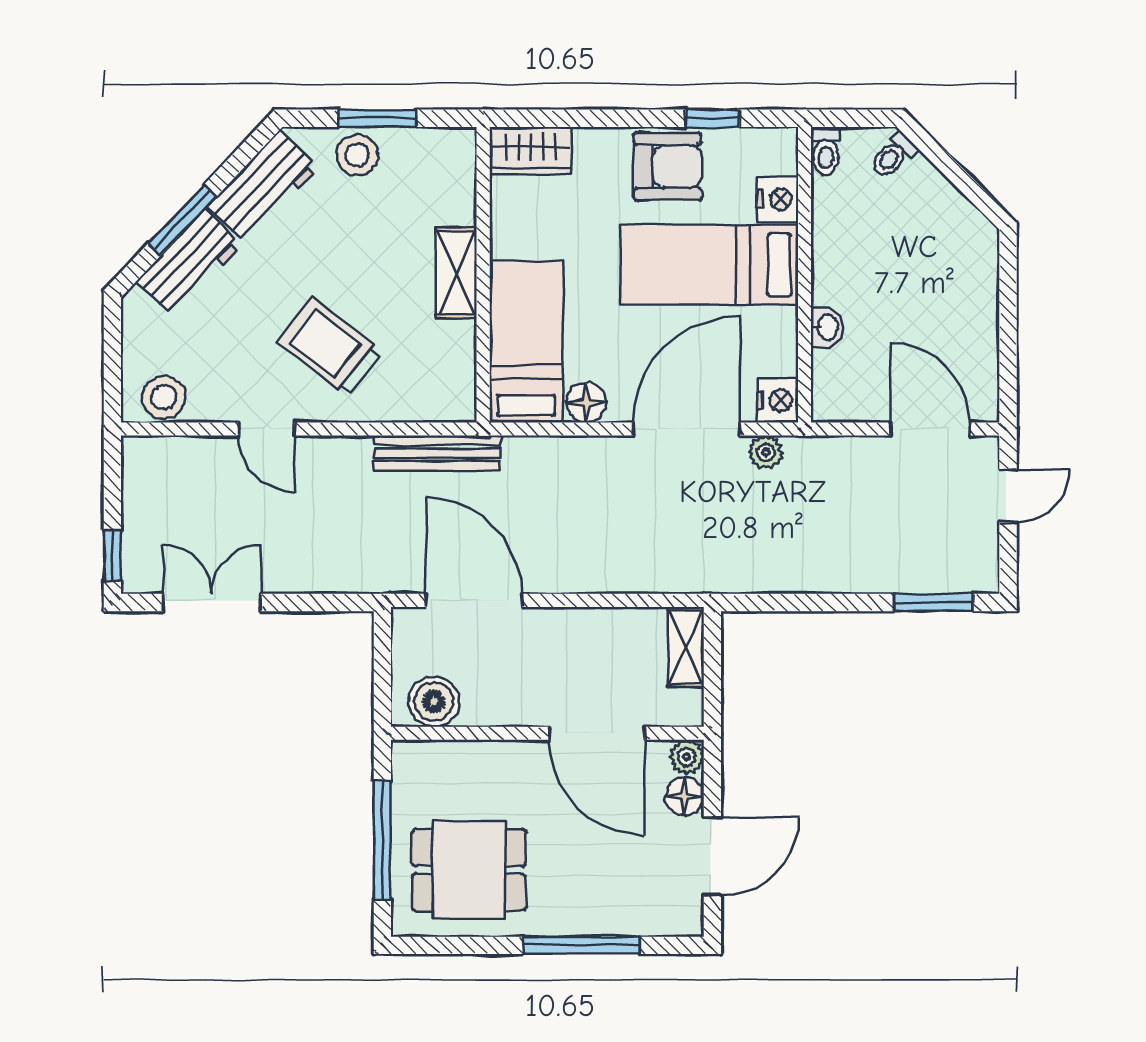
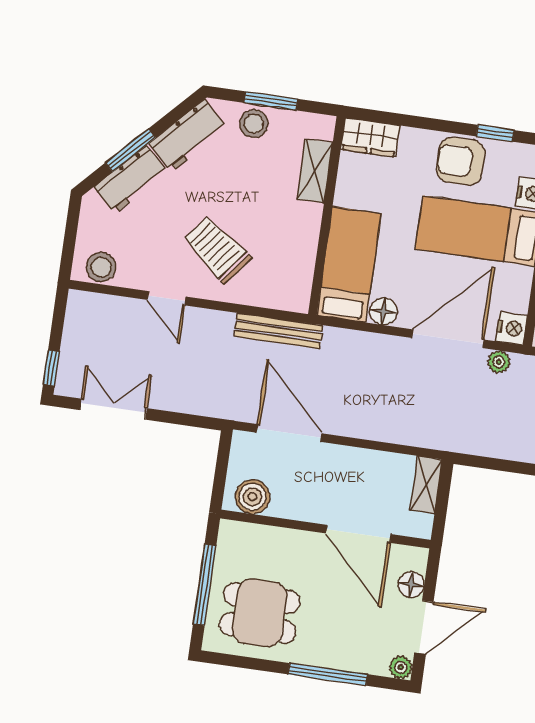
armchair: (668, 166) -> (461, 161), turned 180
shelving: (456, 273) -> (315, 171), moved
plant: (687, 757) -> (401, 667), moved

